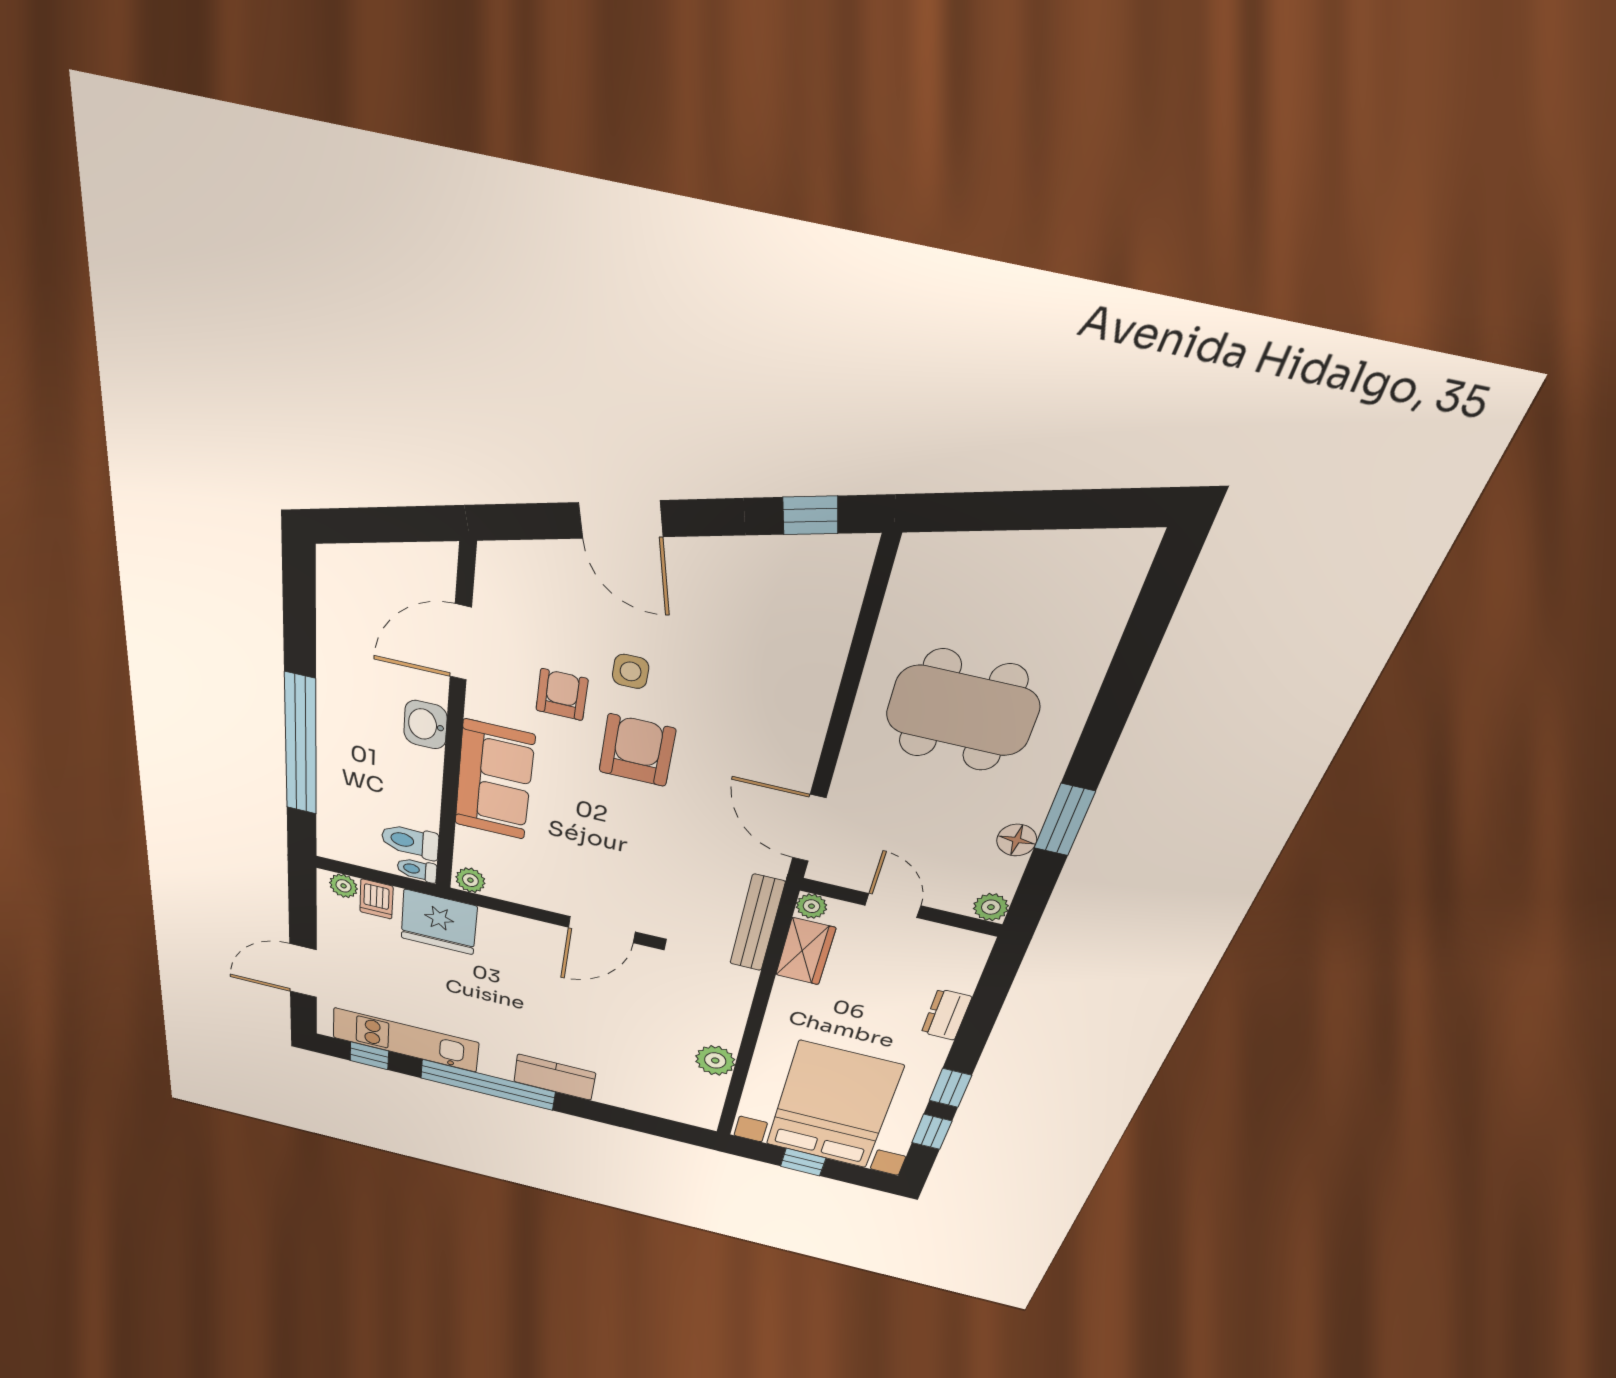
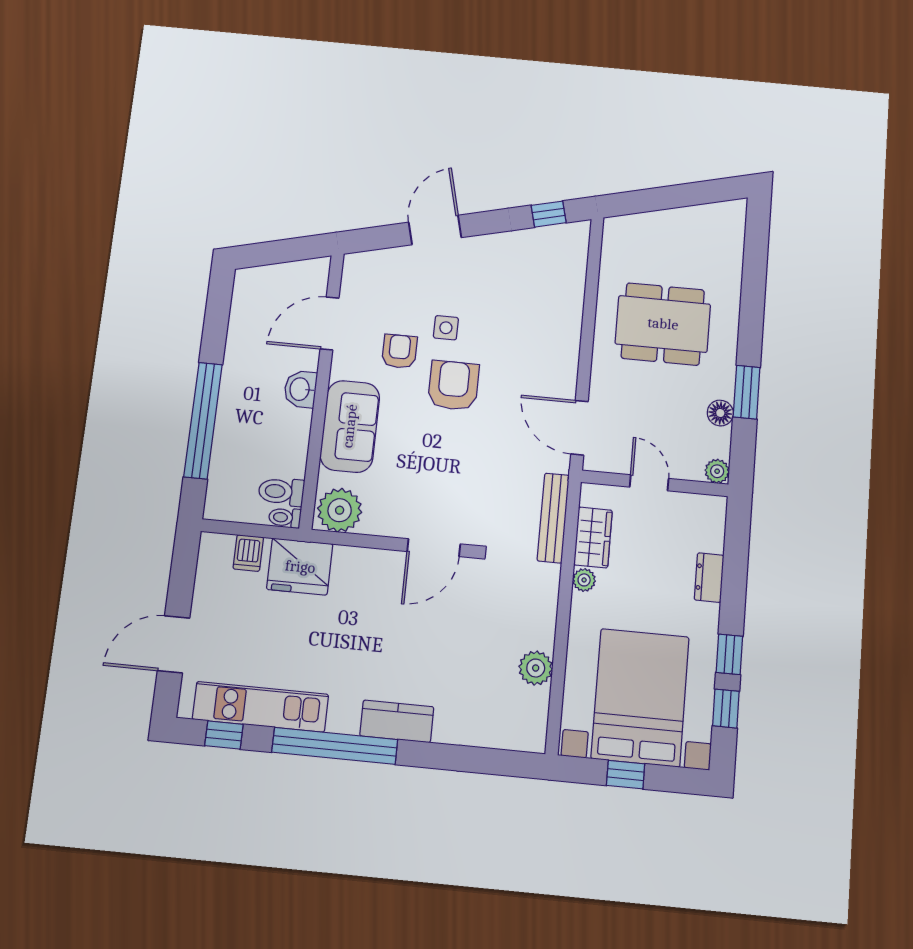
door: (621, 520) -> (435, 230), swing flipped
plant: (470, 880) -> (340, 510), width x1.88, depth x1.88
plant: (344, 886) -> (221, 545), removed
plant: (812, 906) -> (584, 580), moved

